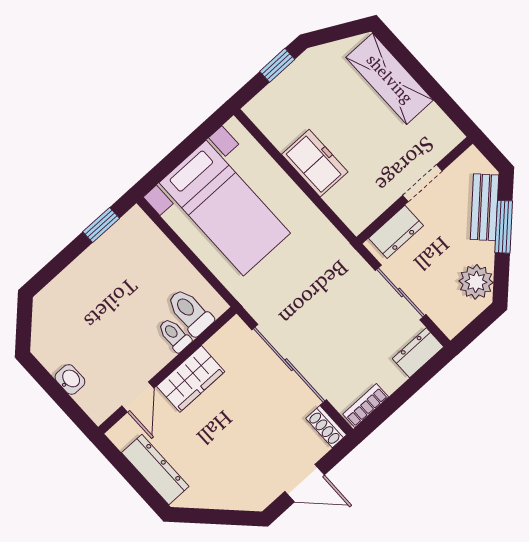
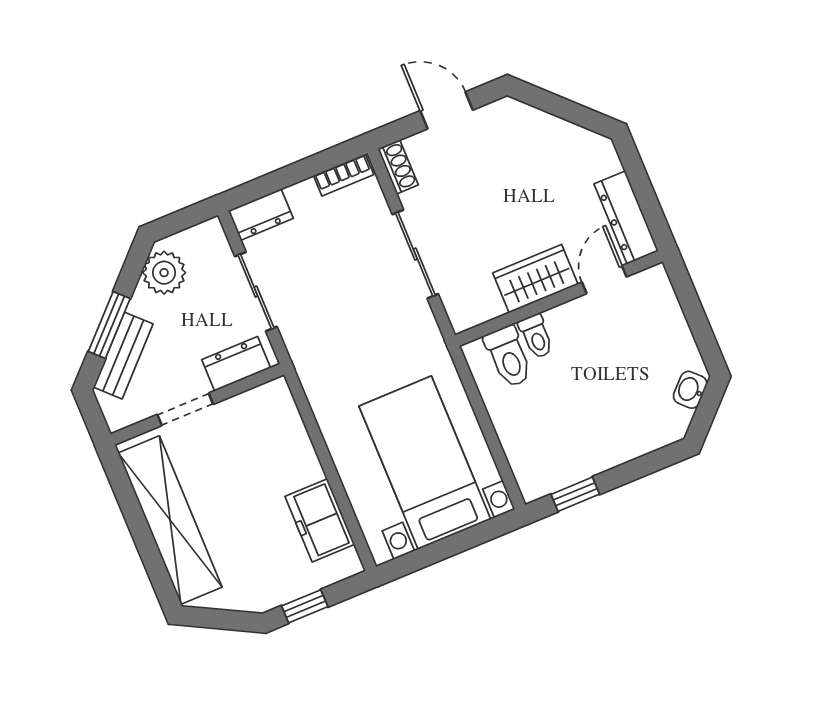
shelving: (390, 79) -> (170, 520), width x1.47
freezer: (315, 163) -> (320, 520), moved
sliding door: (289, 365) -> (415, 254), width x0.73
washbasin: (70, 379) -> (690, 390), moved, turned 45
dresser: (155, 470) -> (626, 217), moved

